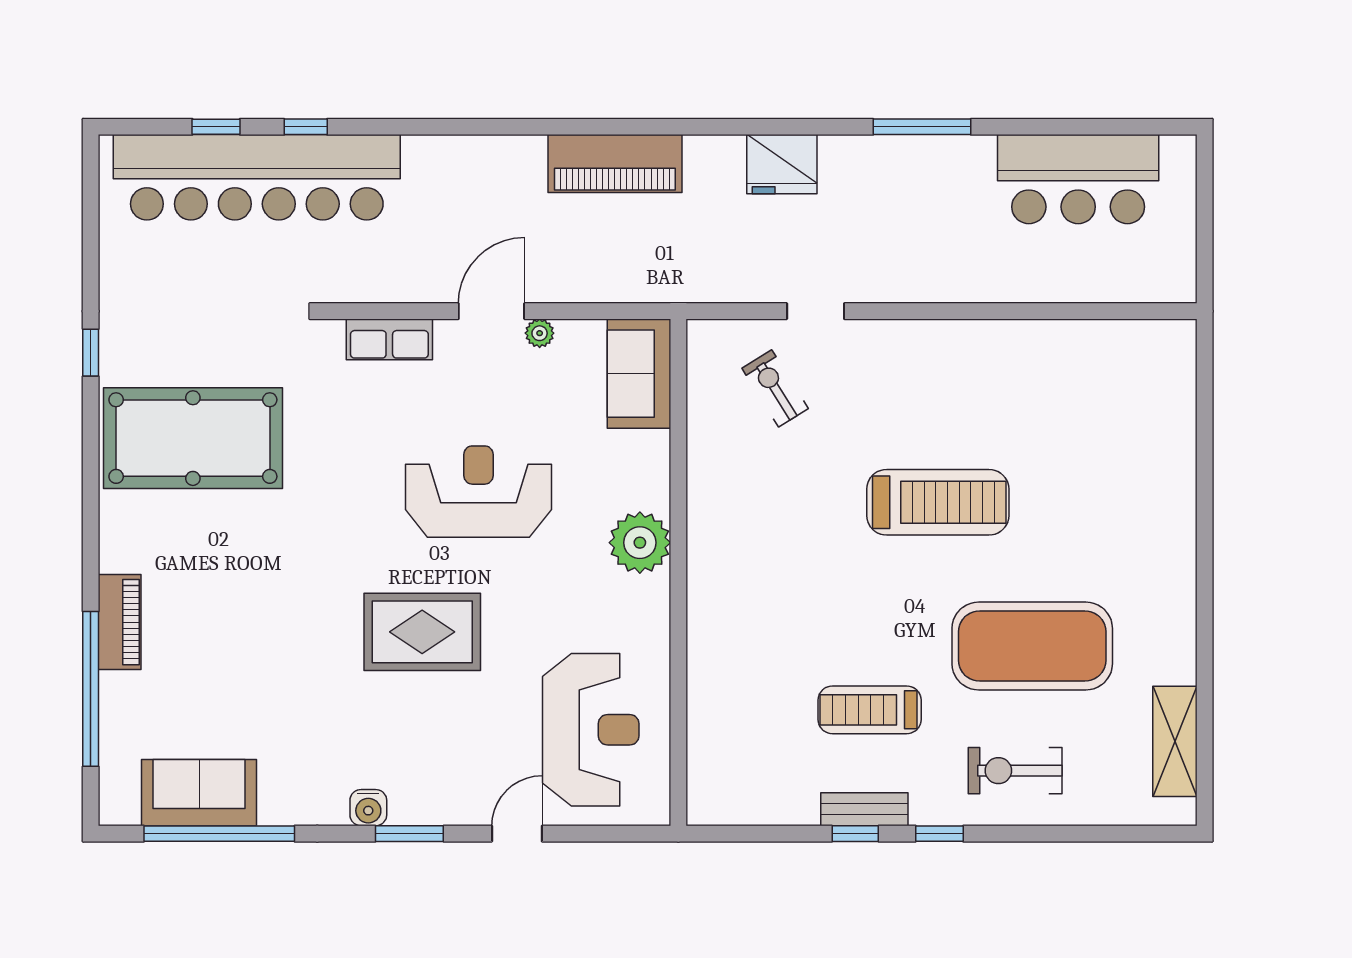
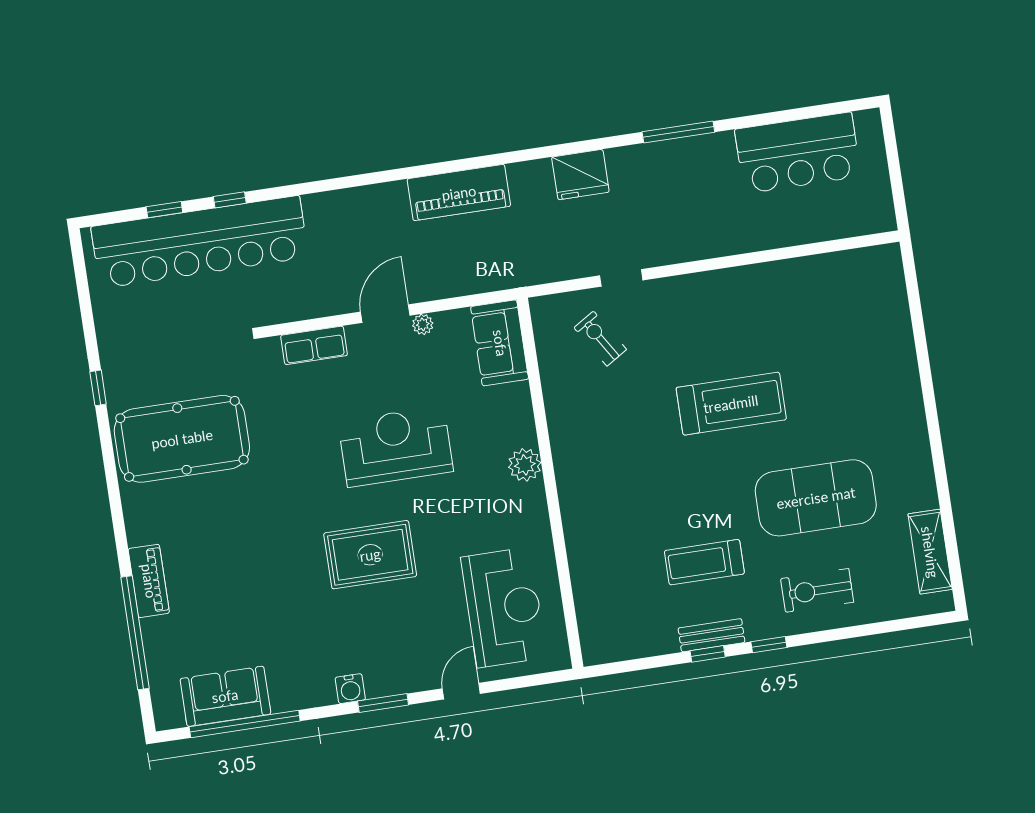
plant: (640, 543) -> (525, 465), width x0.73, depth x0.73

